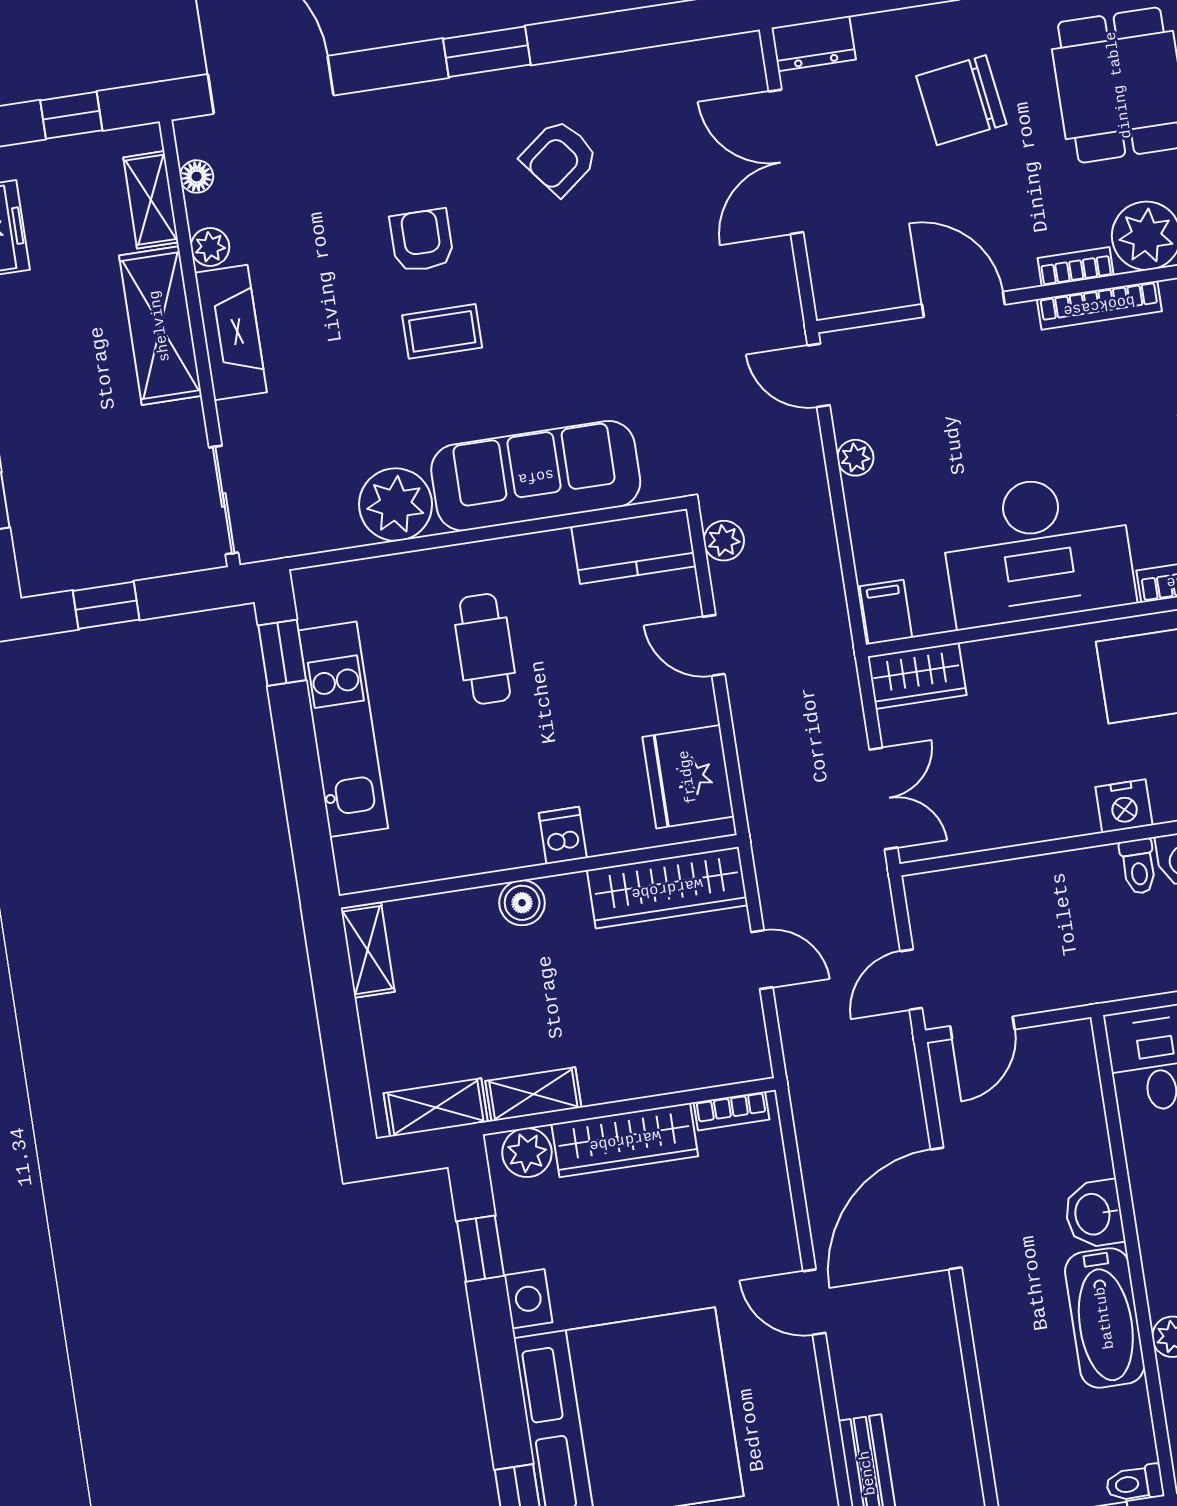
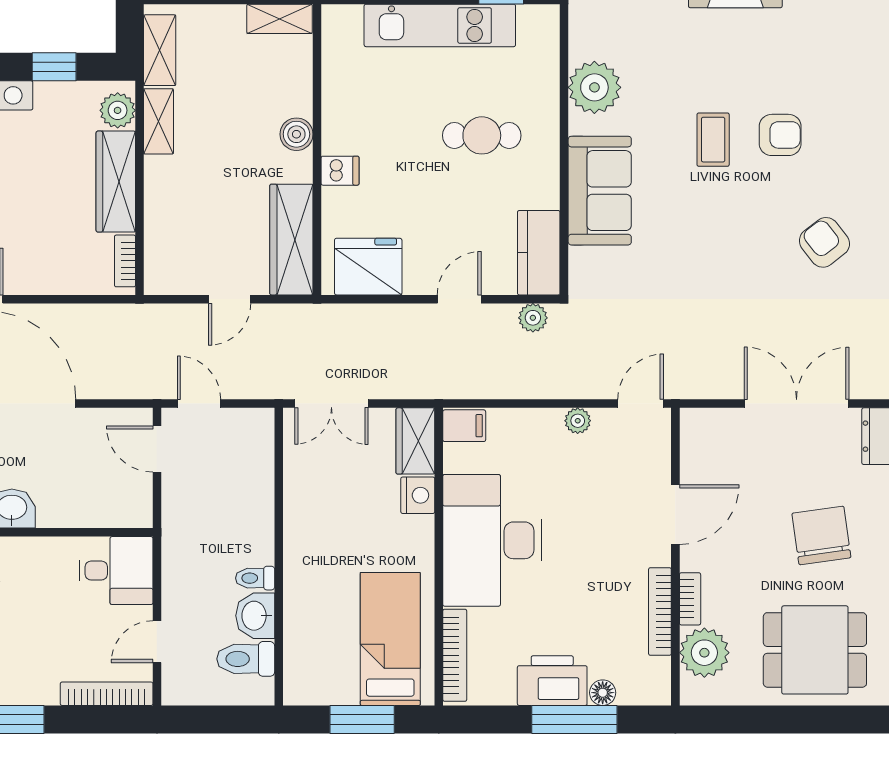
sofa: (536, 476) -> (600, 191), width x0.73
nightstand: (1124, 806) -> (418, 495), moved, turned 180

